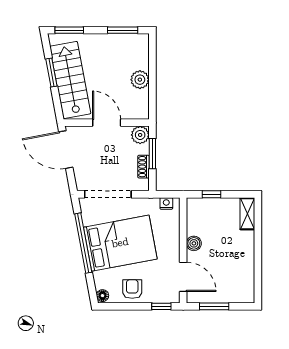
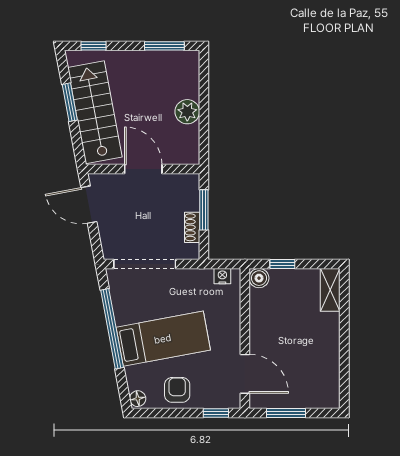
window: (69, 30) -> (93, 46), width x0.67
plant: (140, 135) -> (188, 185), removed
door: (66, 150) -> (89, 205), width x0.73
bed: (120, 243) -> (163, 339), width x0.67
boiler: (194, 243) -> (259, 278), moved

